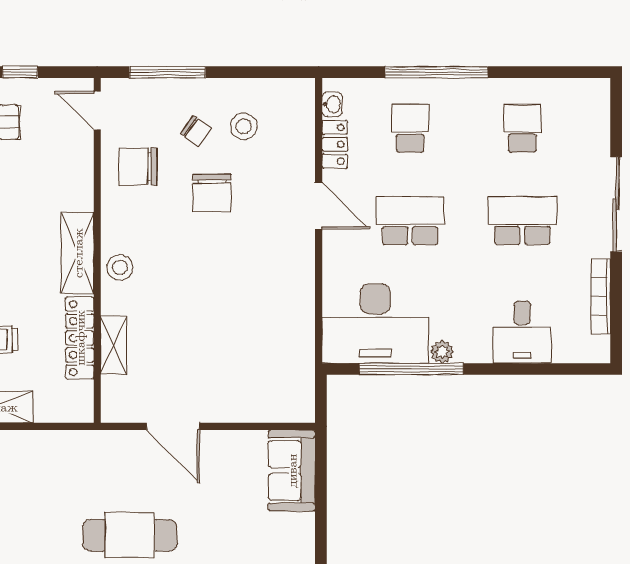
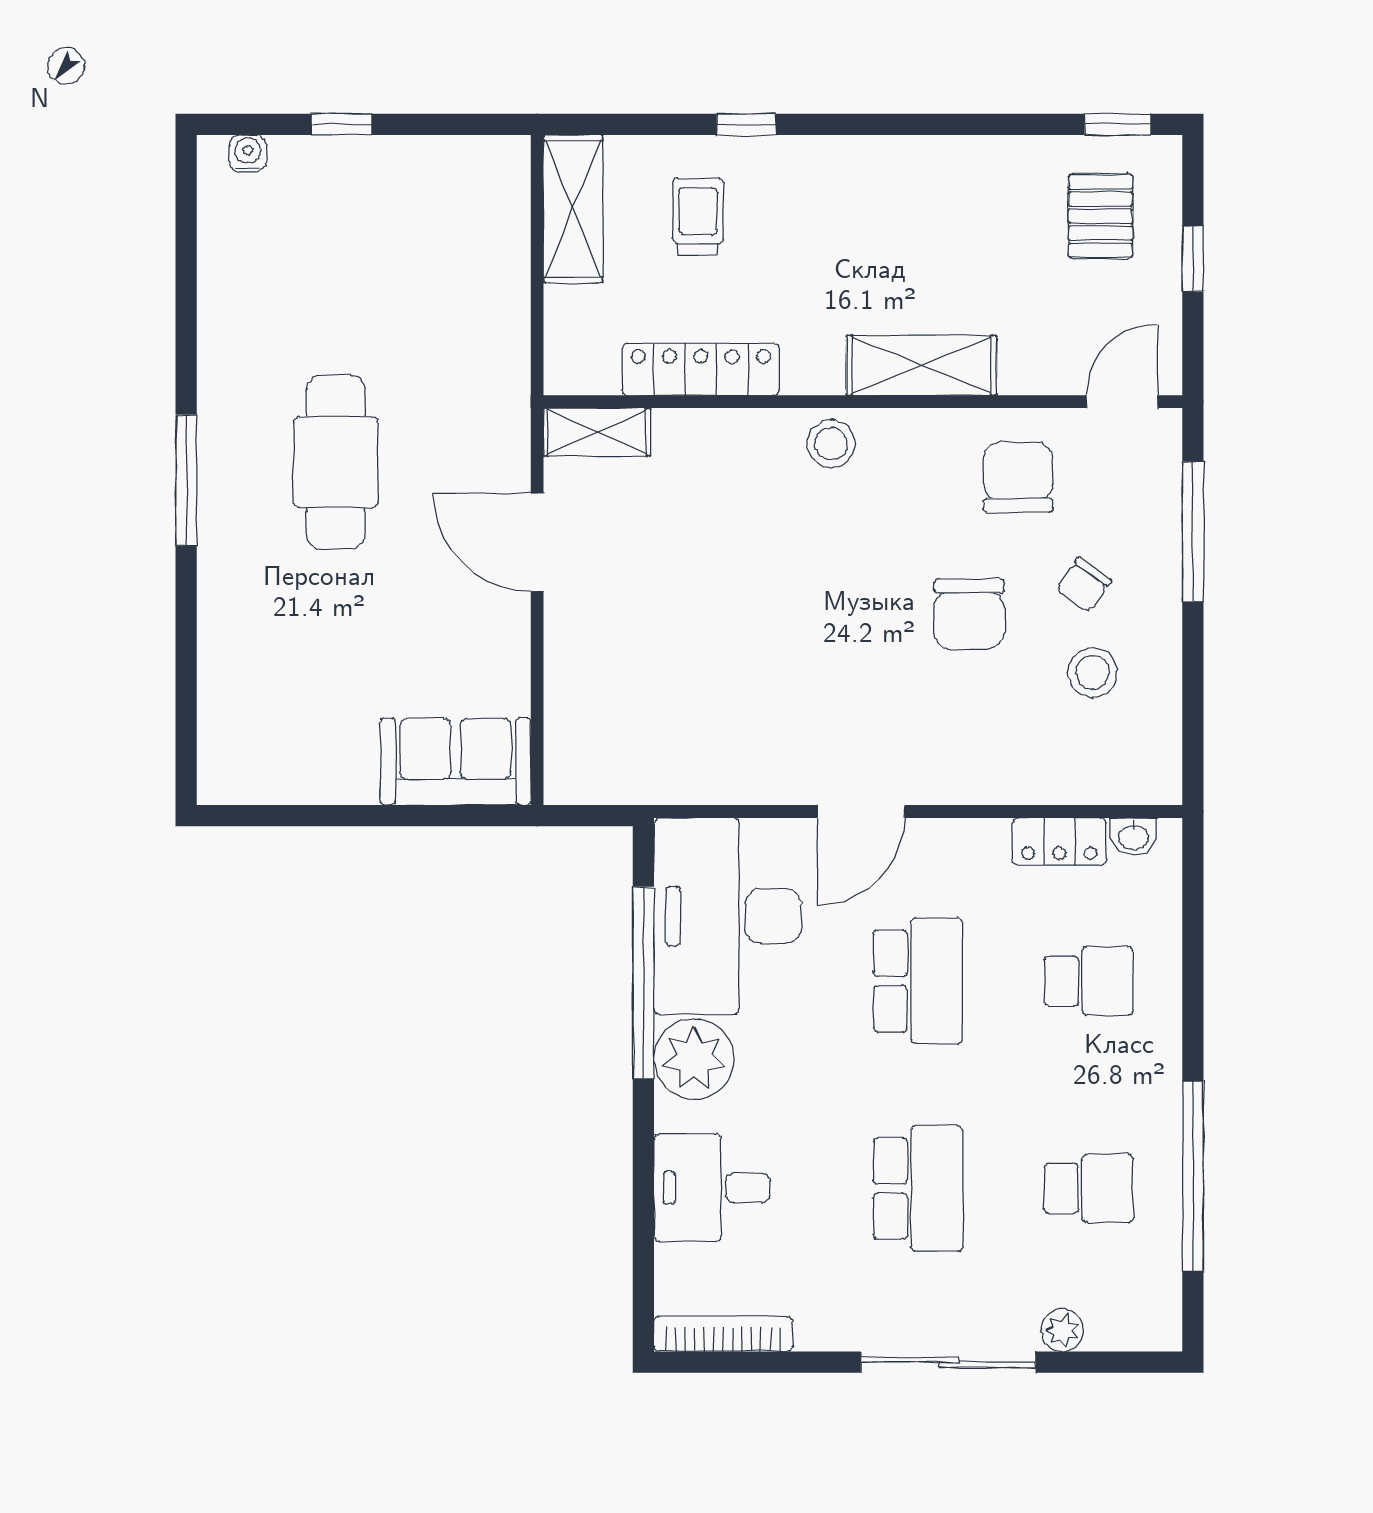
window: (437, 72) -> (1193, 1176), moved
plant: (599, 143) -> (1062, 1330), added
chair: (212, 193) -> (969, 614), turned -90
door: (319, 206) -> (861, 811), moved
shelving: (78, 253) -> (921, 365), moved
bookcase: (601, 296) -> (723, 1334), moved
shelving: (114, 345) -> (597, 432), moved
plant: (442, 352) -> (694, 1059), width x1.87, depth x1.87
door: (173, 426) -> (537, 542), hinge flipped

